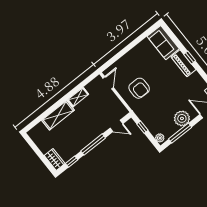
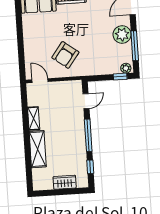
armchair: (139, 88) -> (65, 55), turned 127
window: (142, 127) -> (120, 77), moved
wardrobe: (55, 159) -> (65, 182), moved

